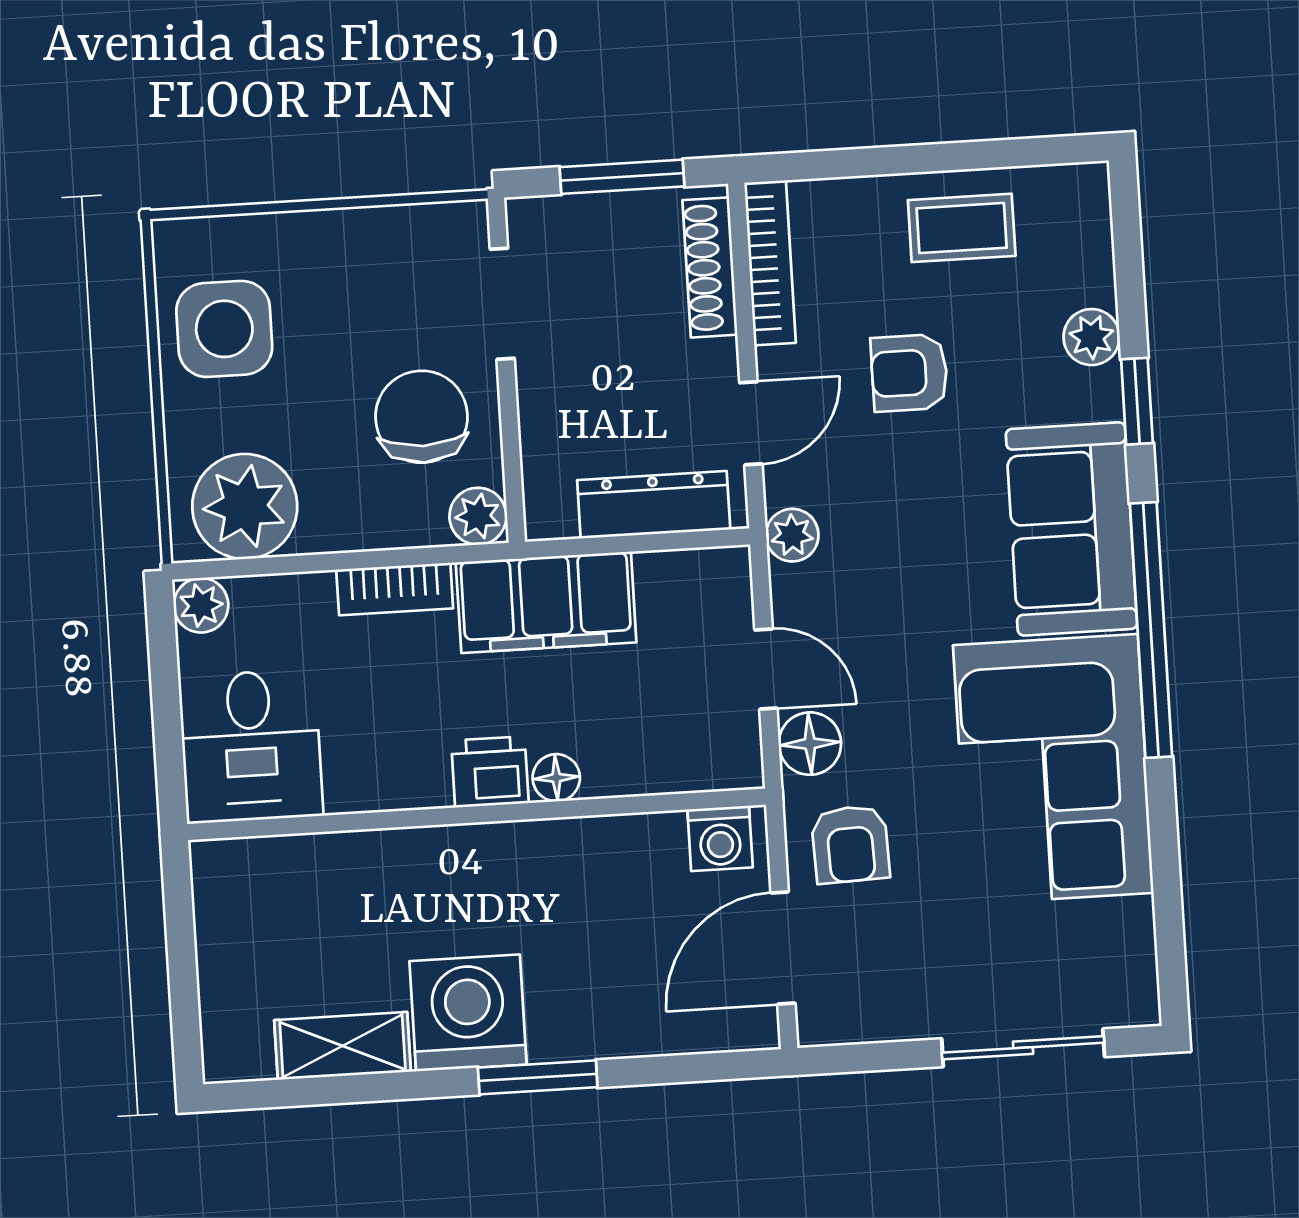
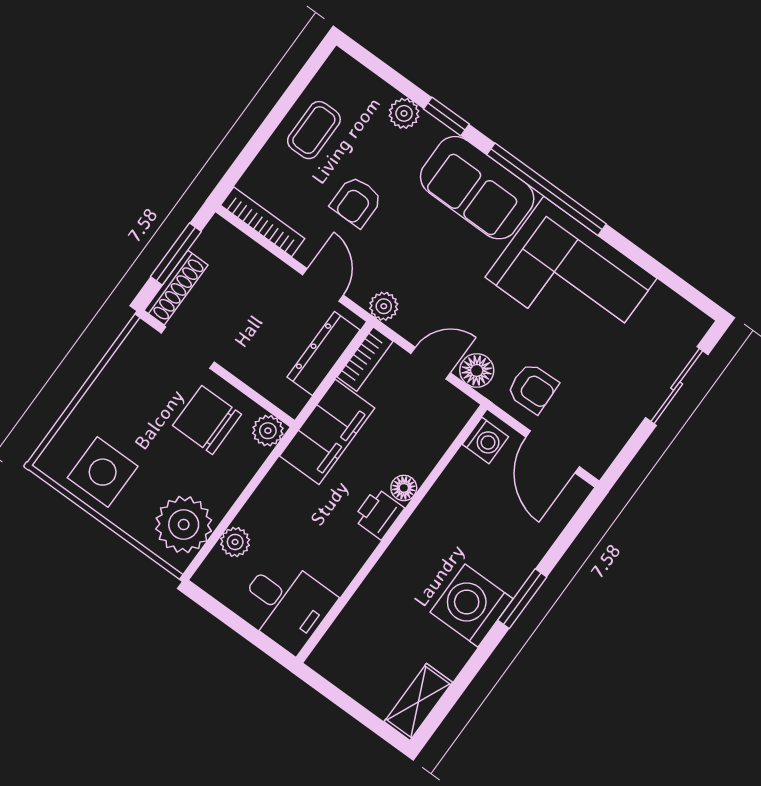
shoe rack: (710, 267) -> (176, 288), moved, turned -90
bookcase: (395, 589) -> (365, 359), moved
plant: (201, 605) -> (235, 542), moved
shelving: (343, 1046) -> (418, 702), moved

